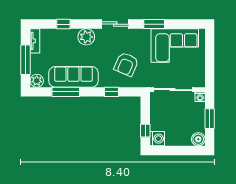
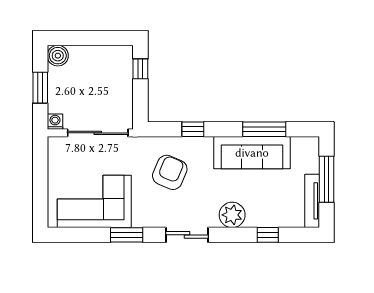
tv unit: (35, 41) -> (312, 201), width x1.41
plant: (37, 81) -> (309, 147), removed
washing machine: (157, 139) -> (122, 57), removed

